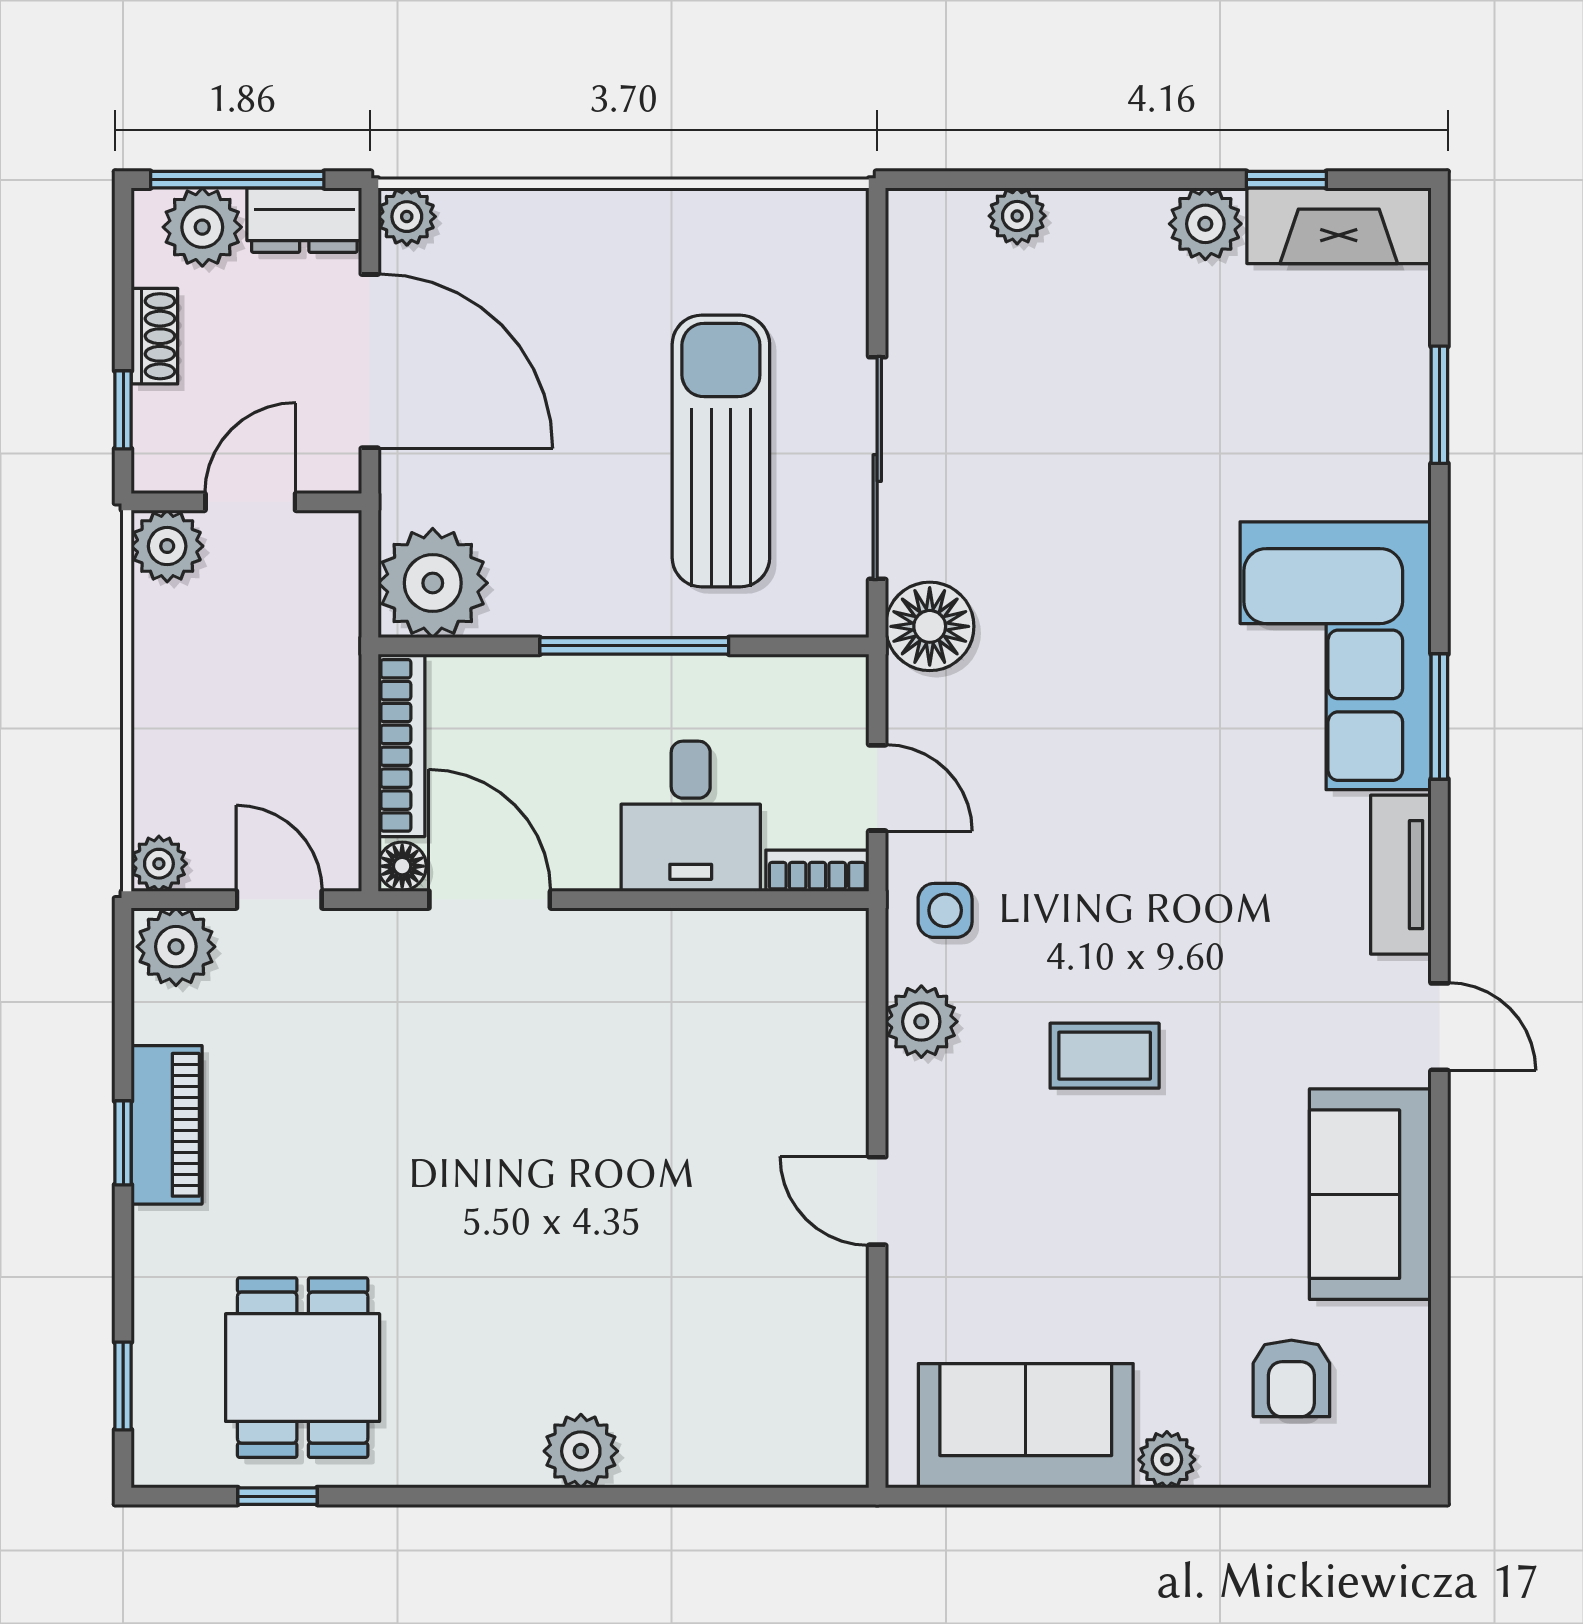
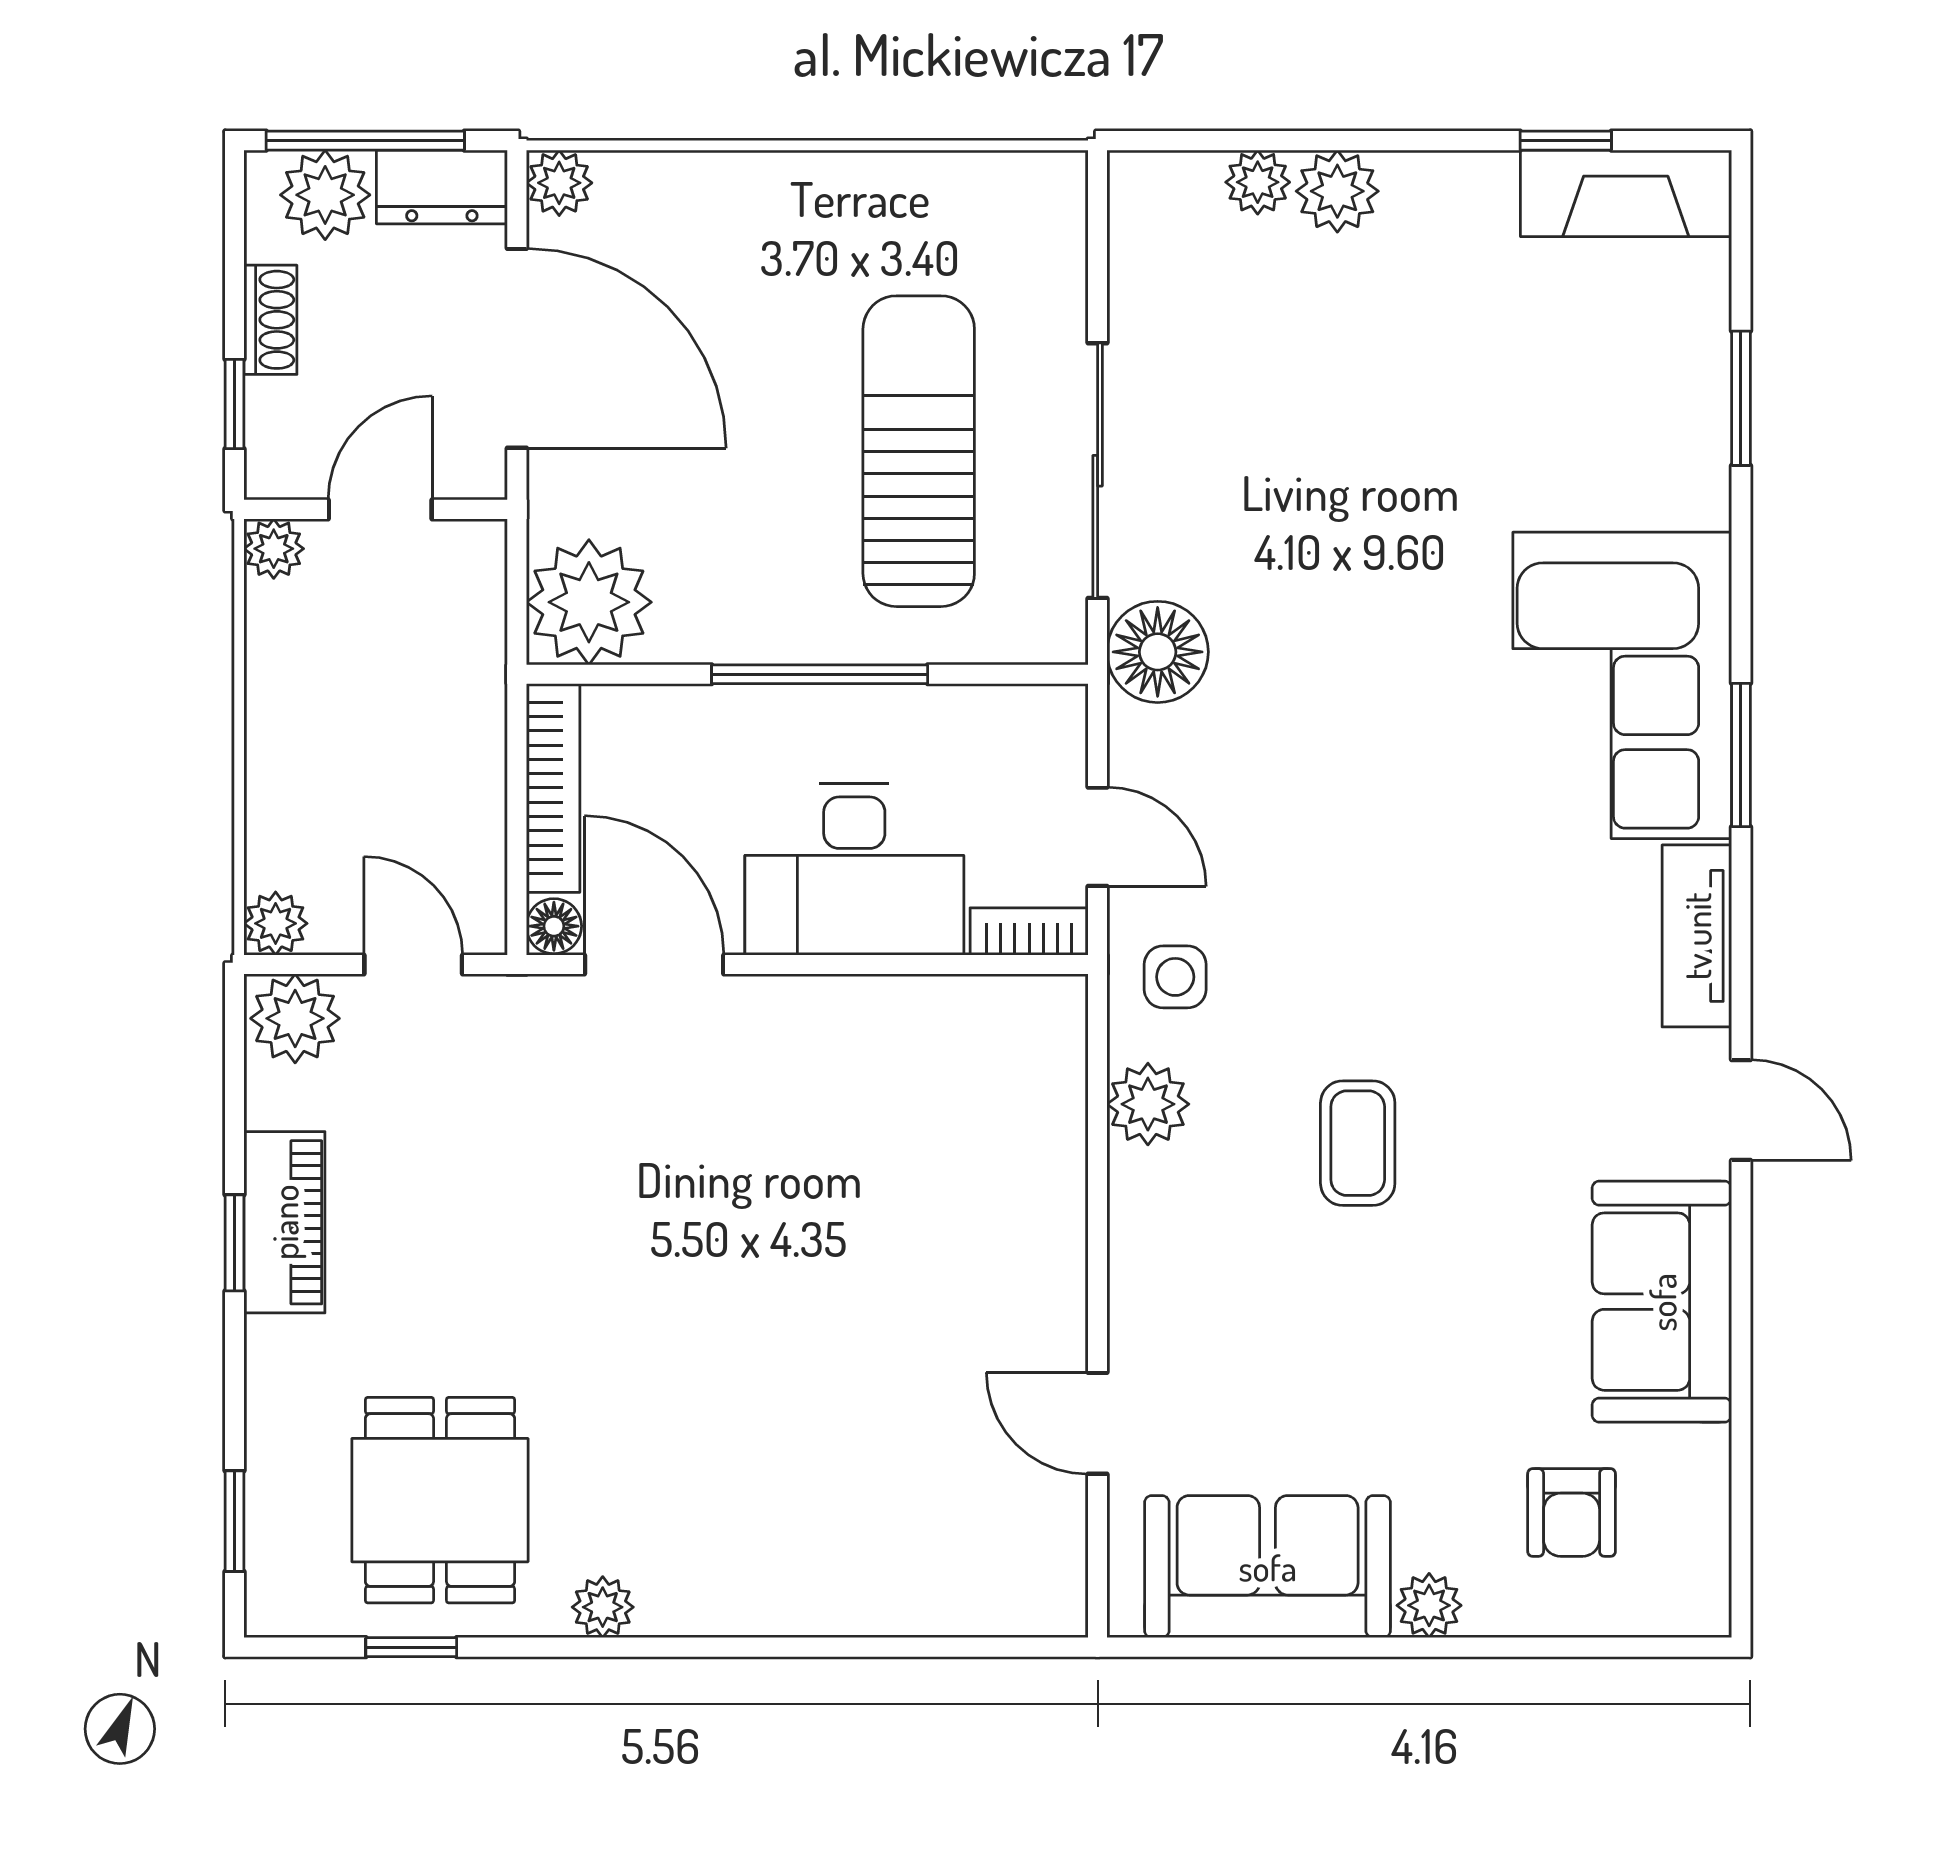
plant: (1205, 224) -> (1337, 191), moved
plant: (167, 546) -> (274, 549), width x0.73, depth x0.73
desk: (691, 816) -> (854, 869), width x1.37
coffee table: (1105, 1056) -> (1358, 1143), turned 90
door: (877, 1201) -> (1098, 1423), moved
plant: (581, 1451) -> (603, 1607), moved, width x0.73, depth x0.73

